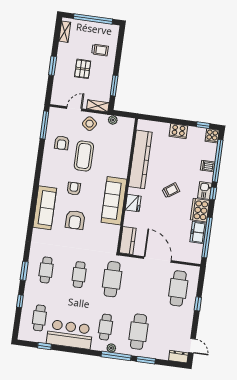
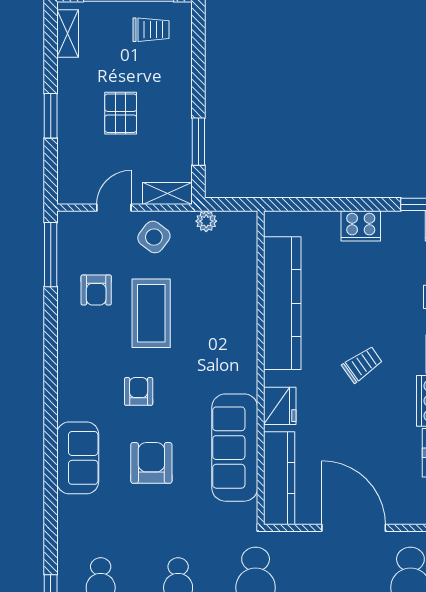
trolley: (100, 50) -> (151, 30), moved
sofa: (114, 201) -> (235, 448), moved
sofa: (45, 208) -> (78, 458), width x0.73
armchair: (75, 220) -> (151, 463), turned 180
kitchen counter: (128, 241) -> (279, 478), width x1.50

